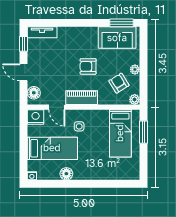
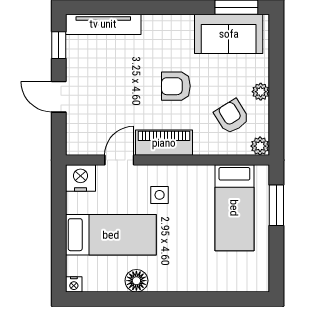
tv unit: (42, 32) -> (103, 24), width x1.41
floor lamp: (34, 93) -> (77, 134), removed
door: (57, 107) -> (119, 160), swing flipped

